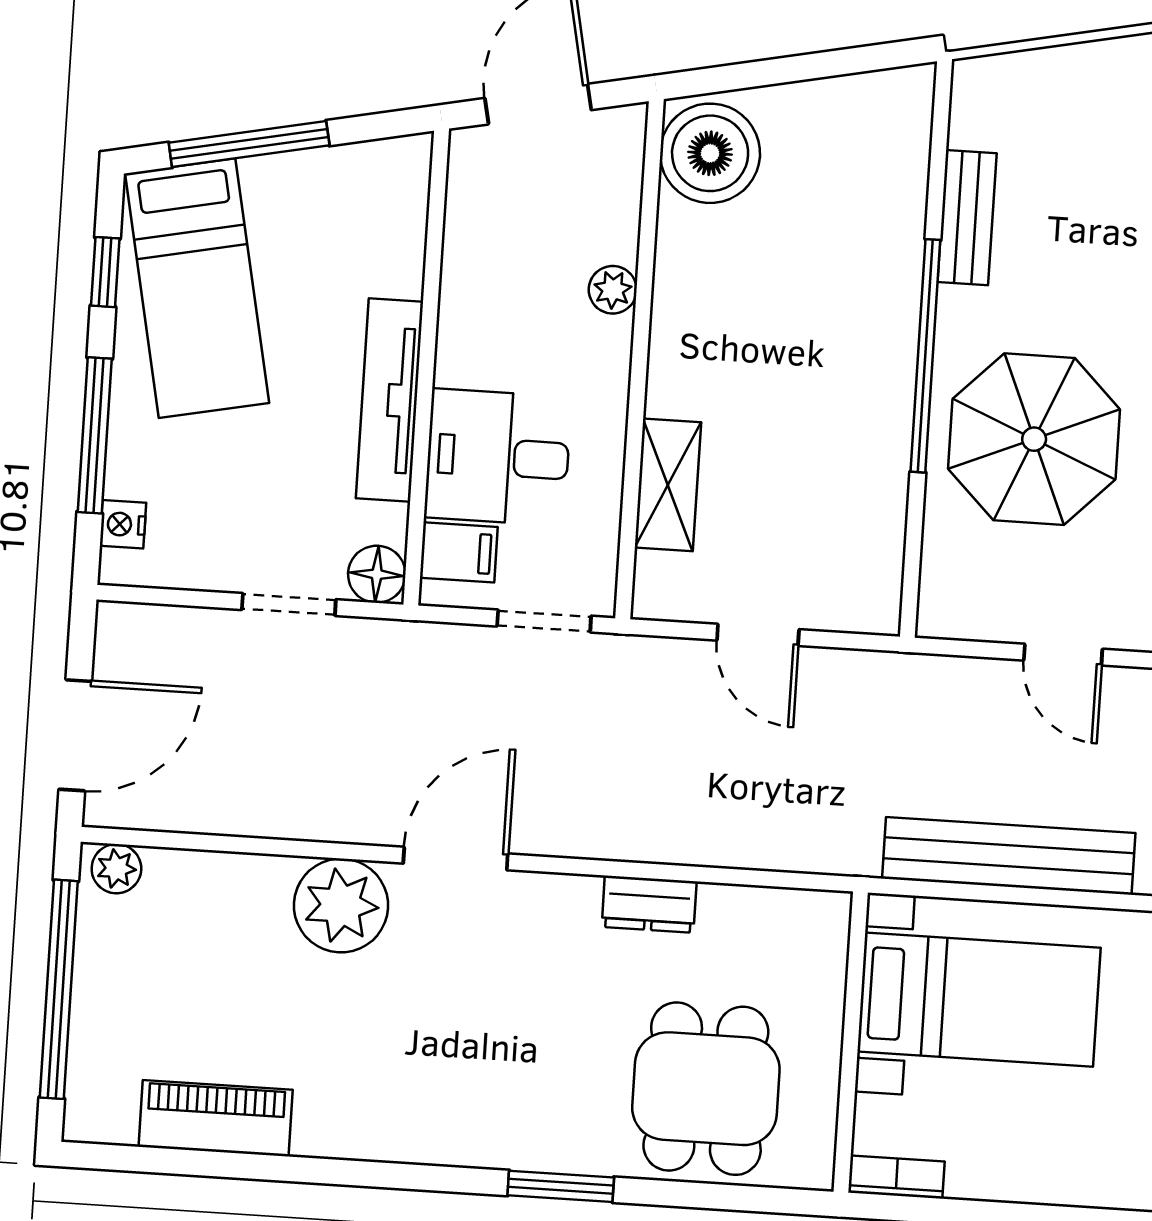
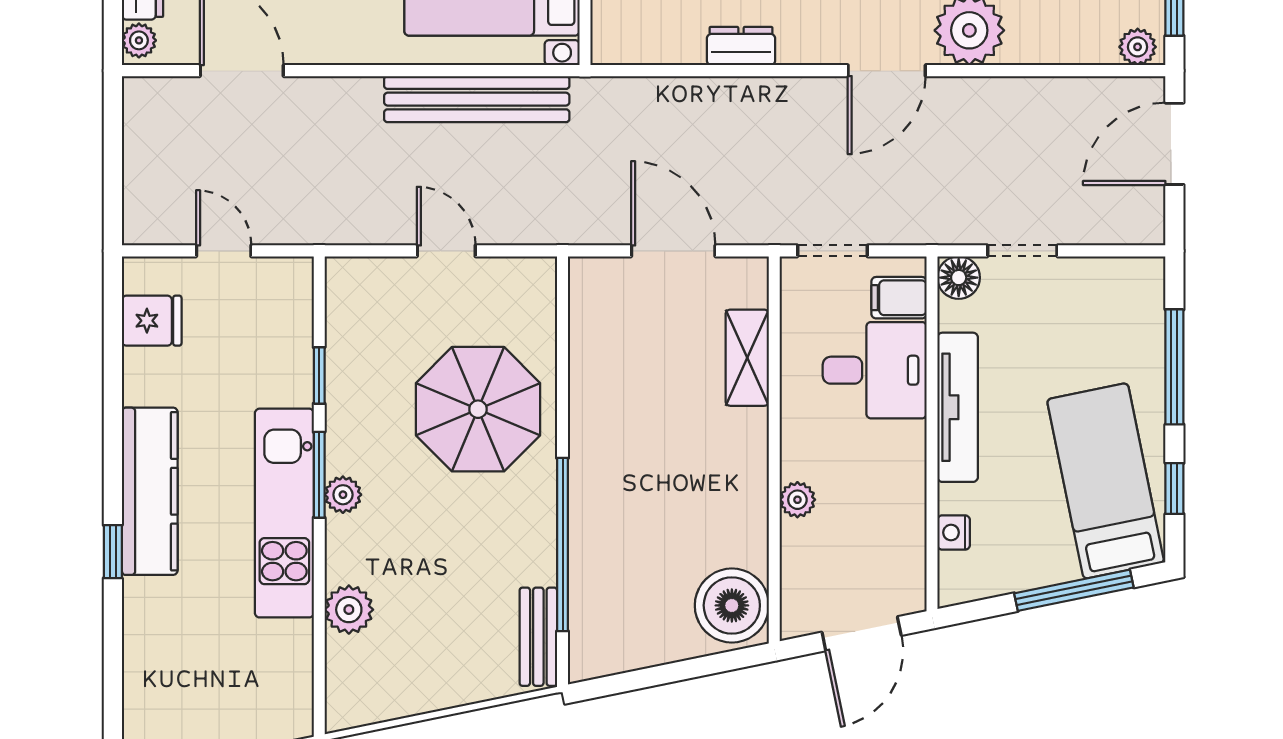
bench: (967, 218) -> (538, 637), moved
window: (925, 356) -> (563, 545), moved
nightstand: (123, 524) -> (954, 533), moved, turned 180
door: (758, 635) -> (673, 251), width x1.38

